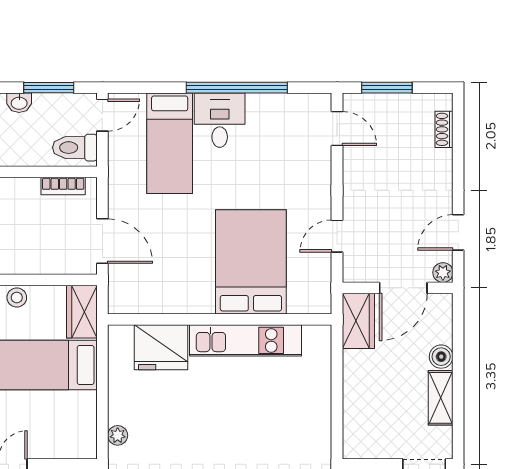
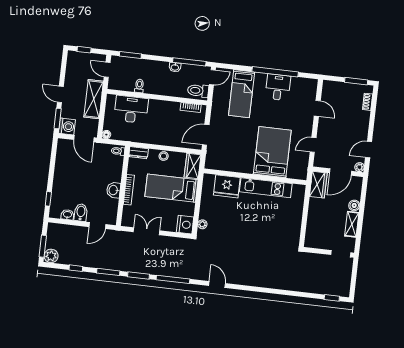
window: (49, 88) -> (189, 62), width x1.44
window: (387, 88) -> (356, 81), moved
desk: (220, 120) -> (278, 87), moved
door: (337, 128) -> (317, 108), moved
door: (102, 241) -> (206, 135), swing flipped
nightstand: (80, 440) -> (185, 225), added

